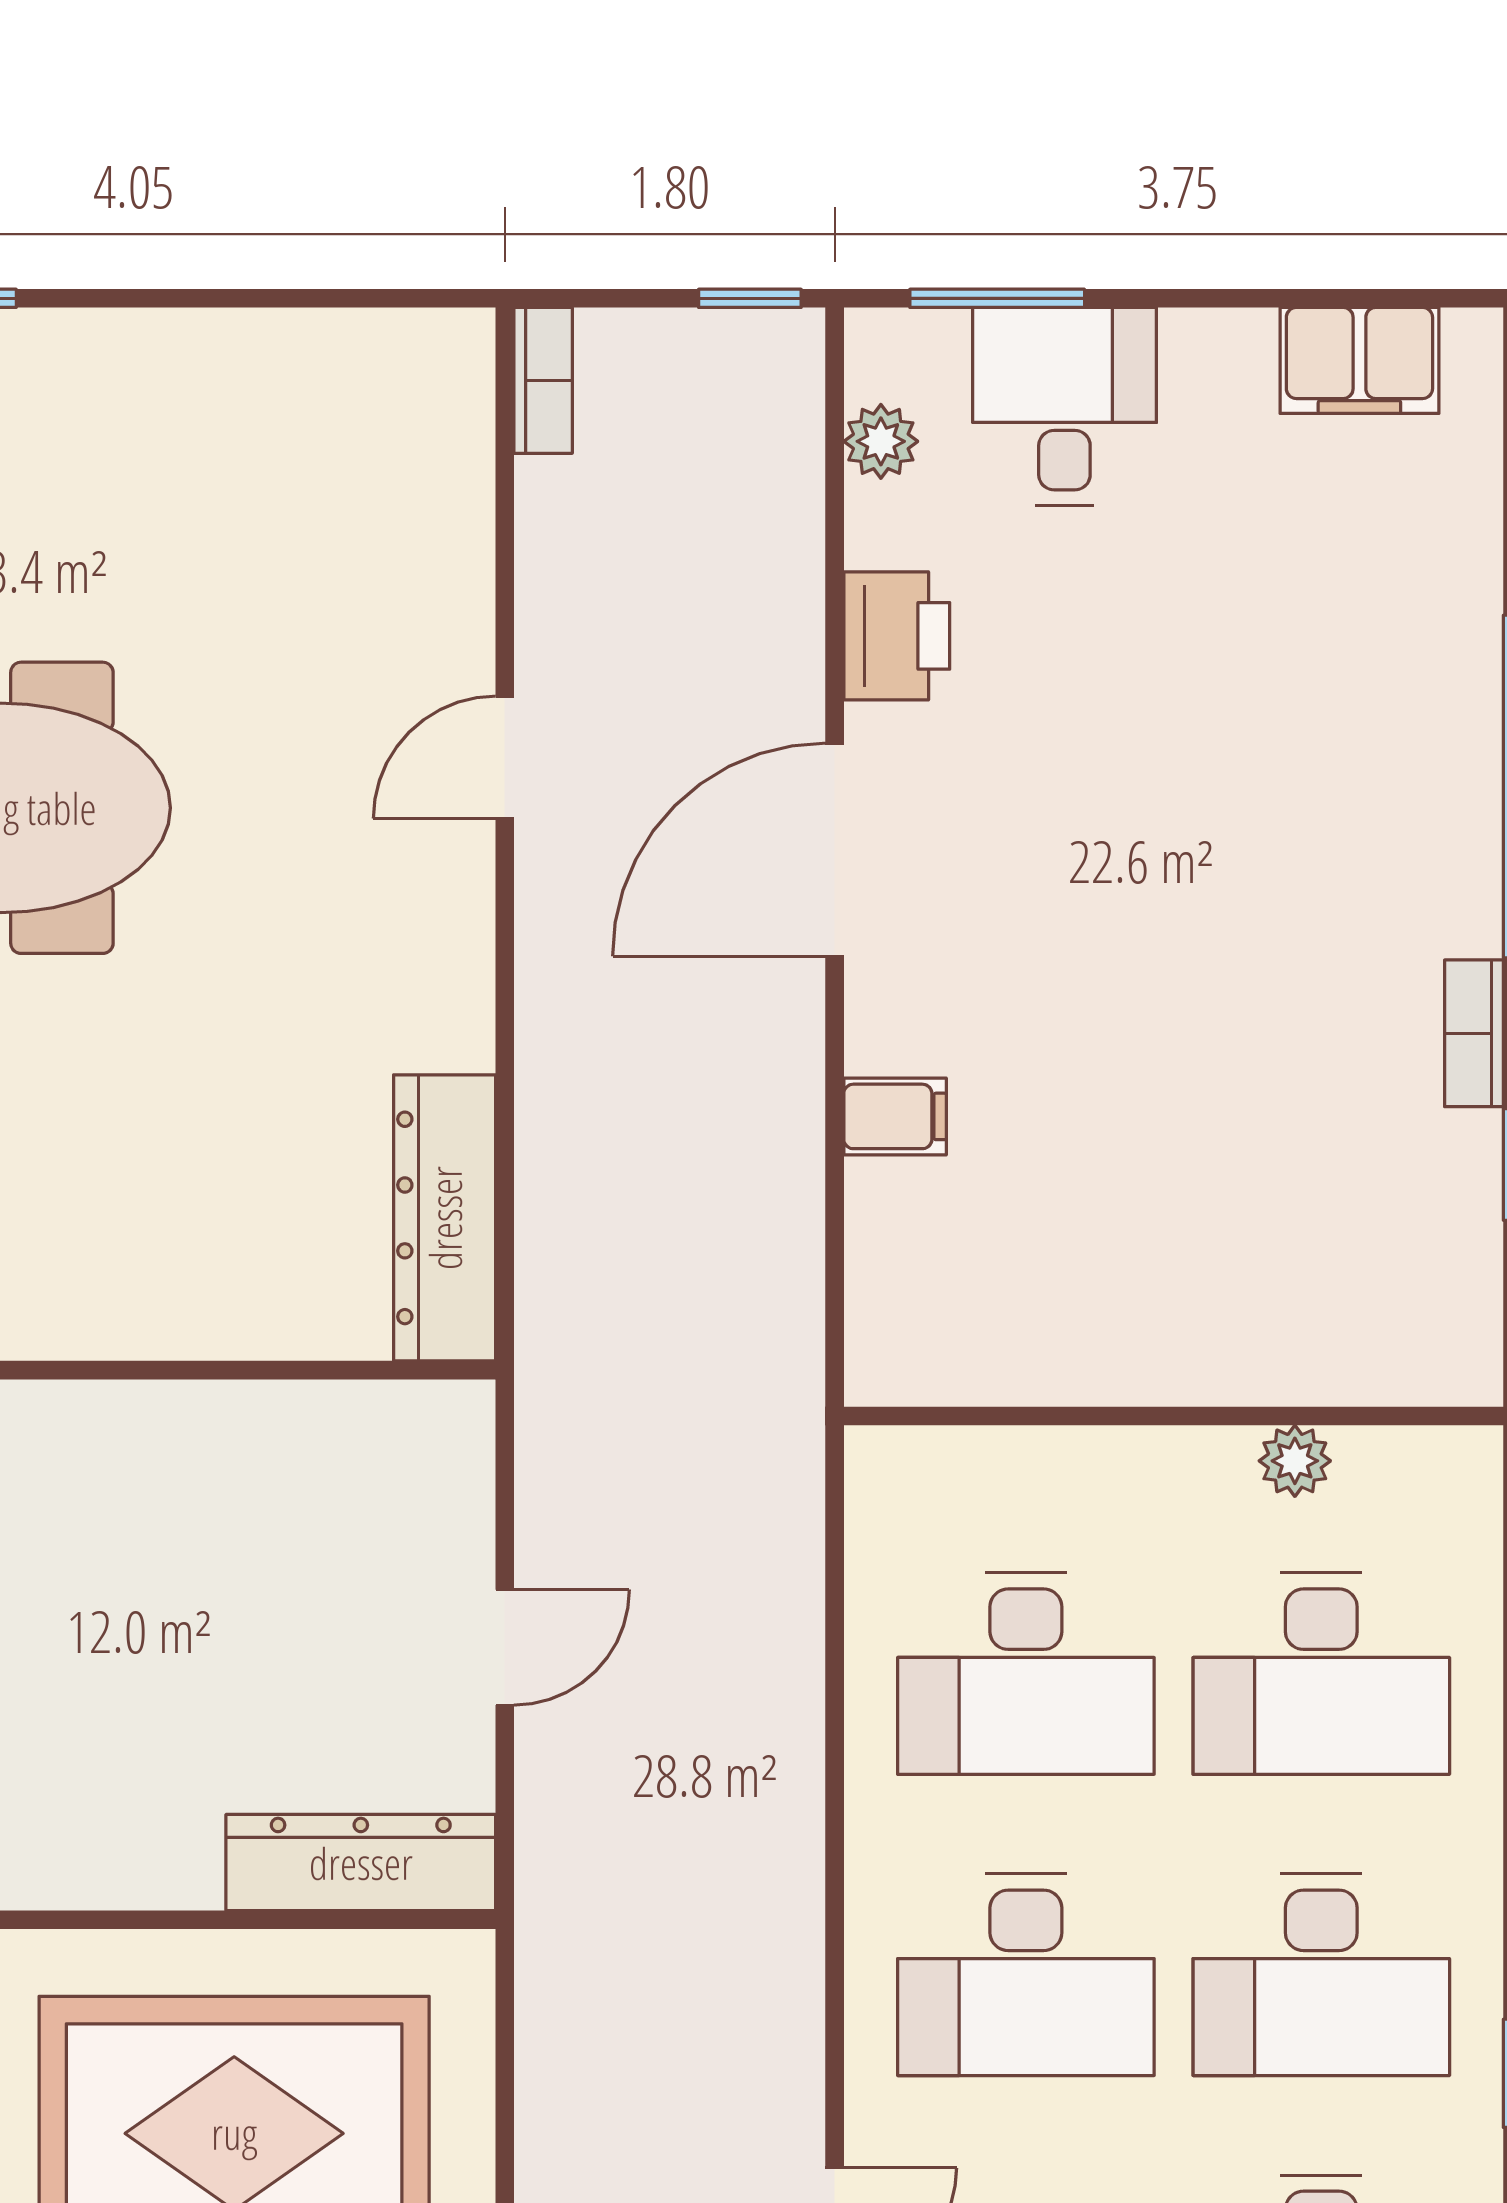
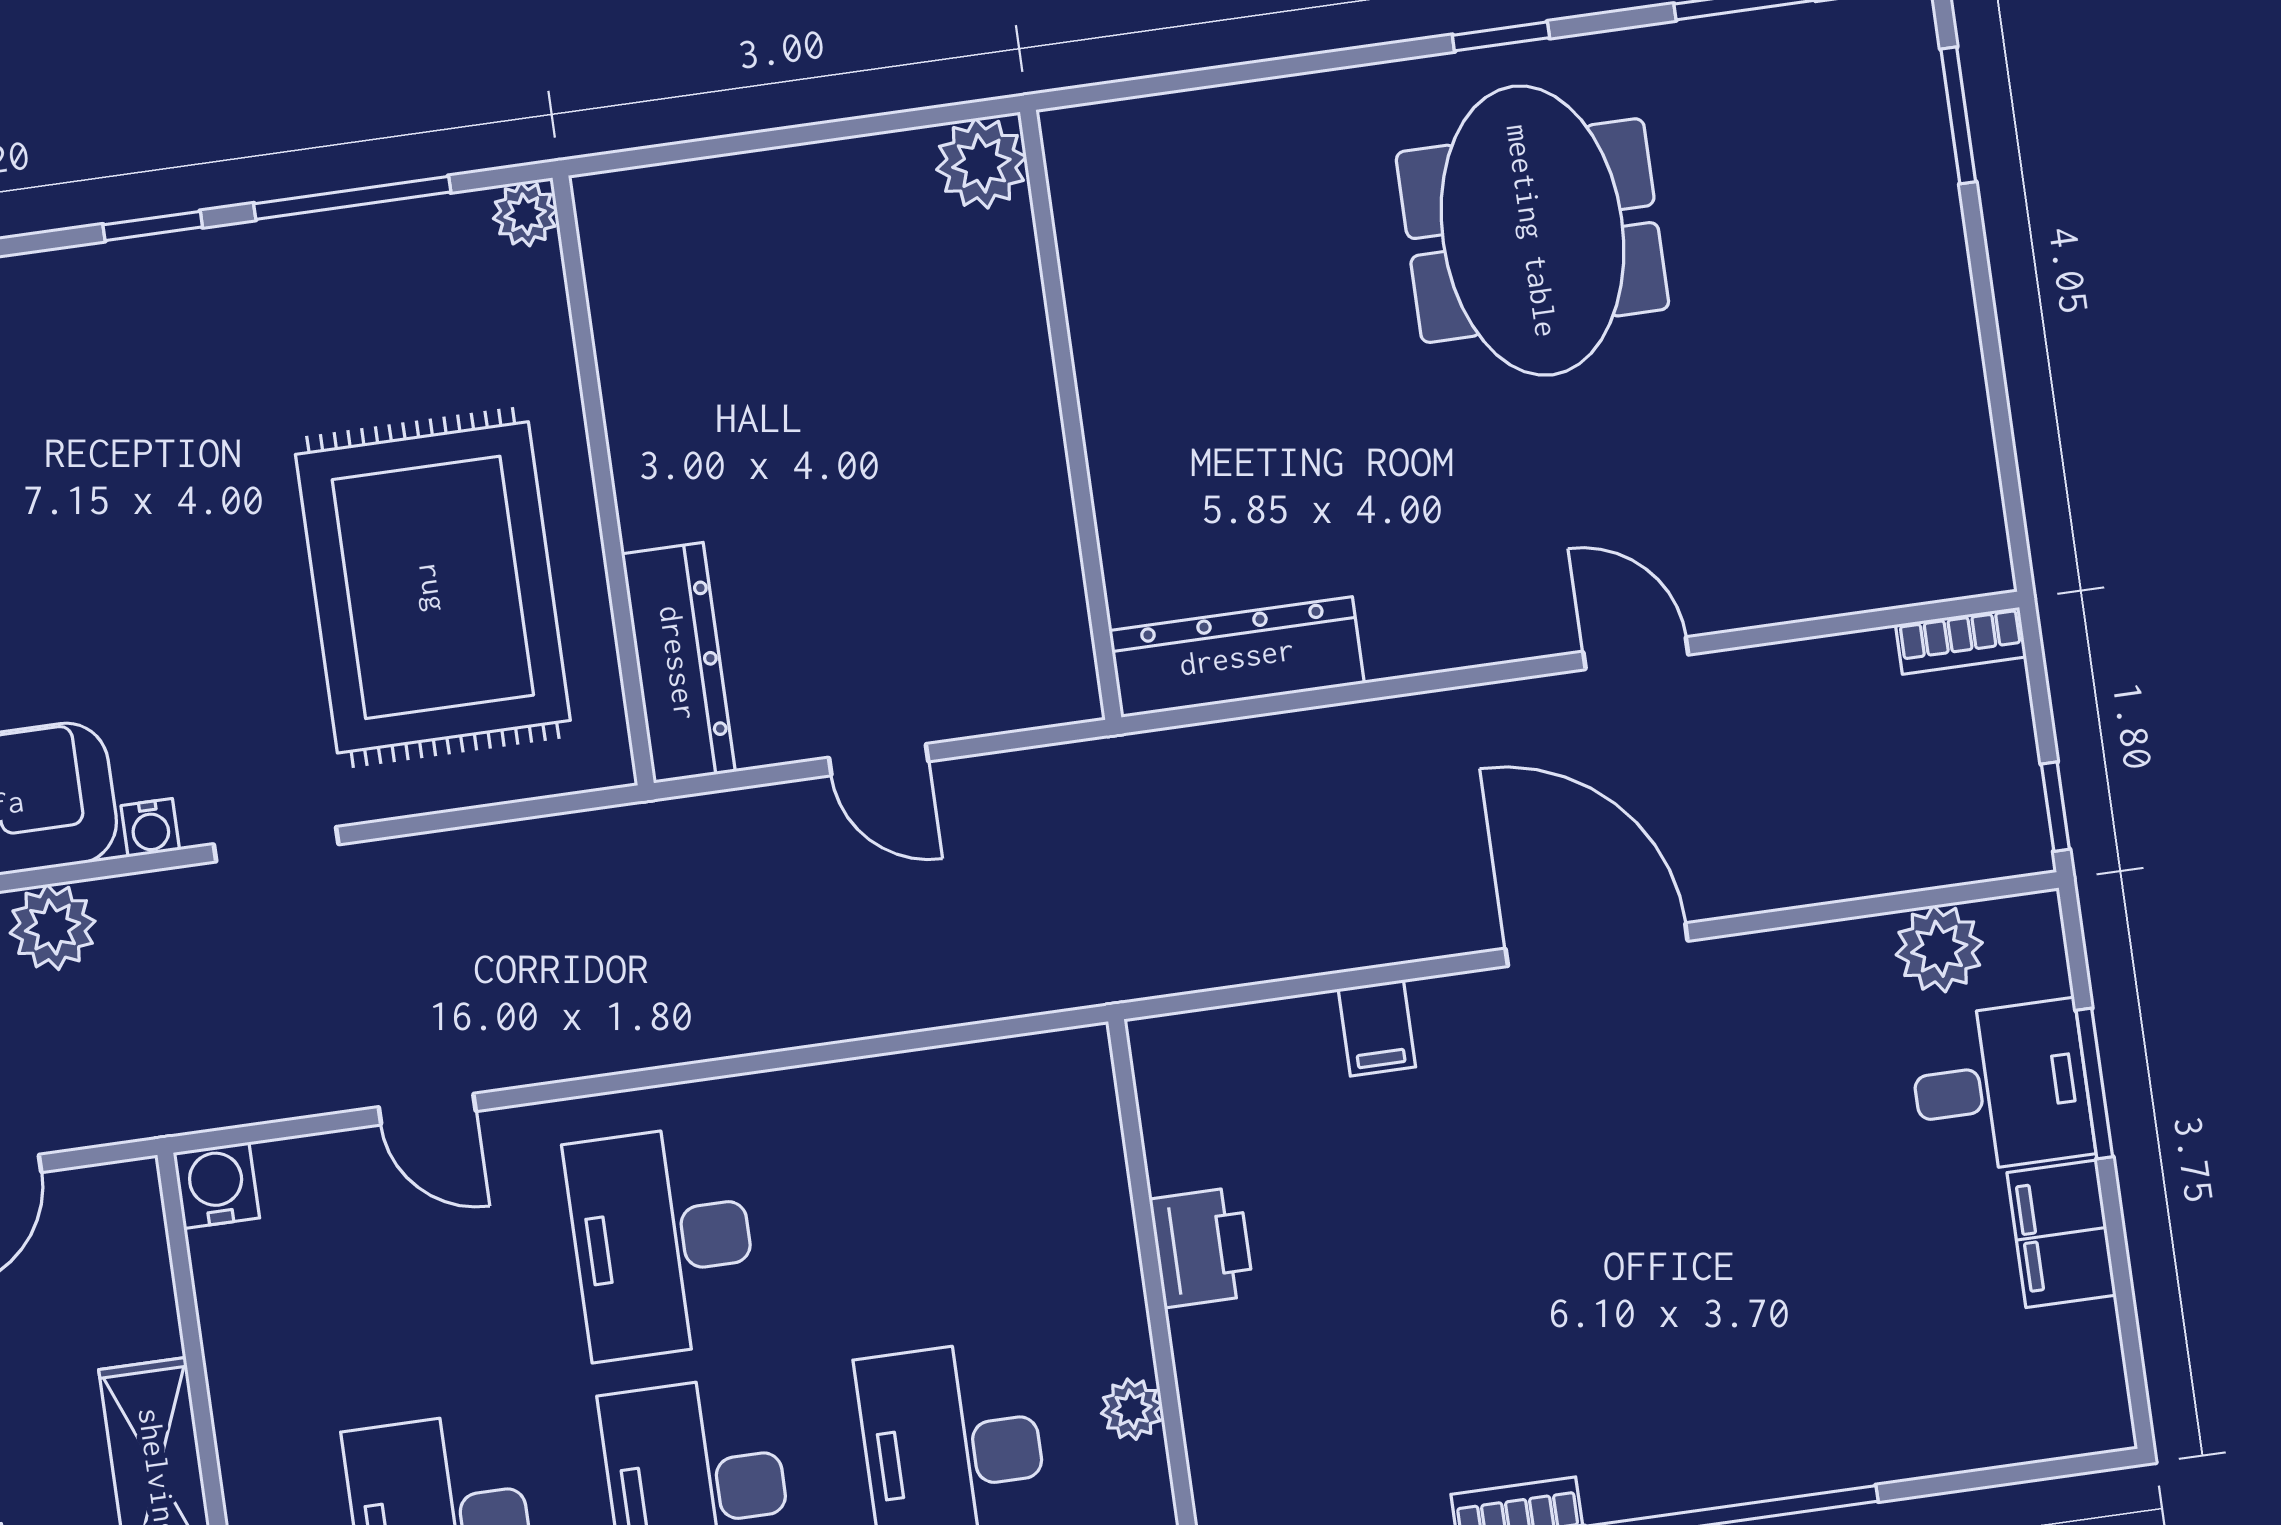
window: (997, 298) -> (2094, 1084), moved
filing cabinet: (1359, 360) -> (2062, 1234), moved
plant: (881, 441) -> (1939, 949), width x1.38, depth x1.38
printer: (897, 636) -> (1202, 1247), moved, turned -90
desk: (1026, 1674) -> (919, 1206), removed

